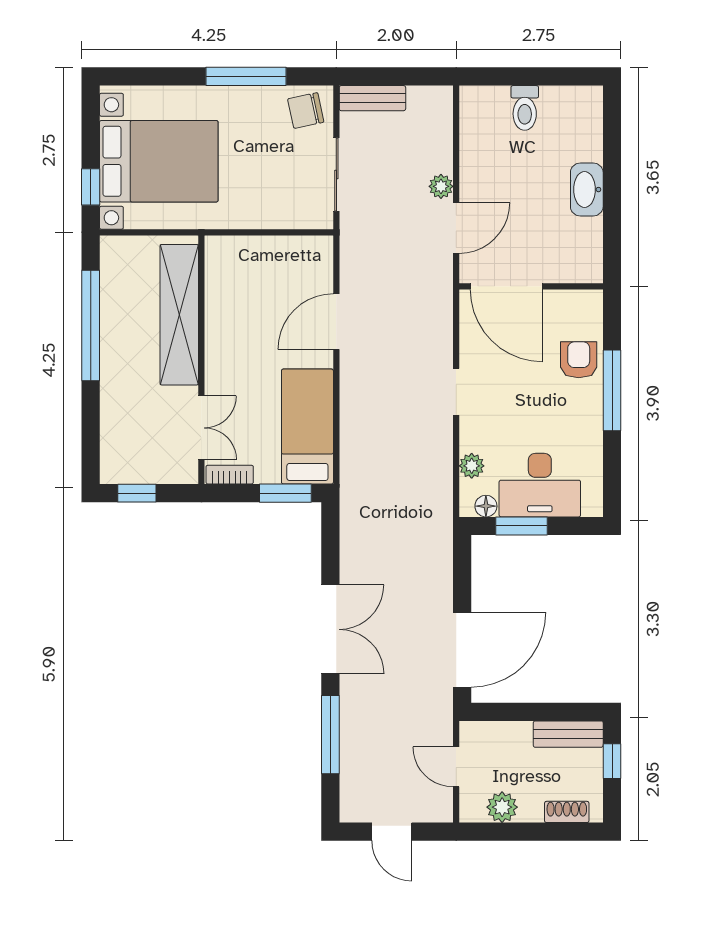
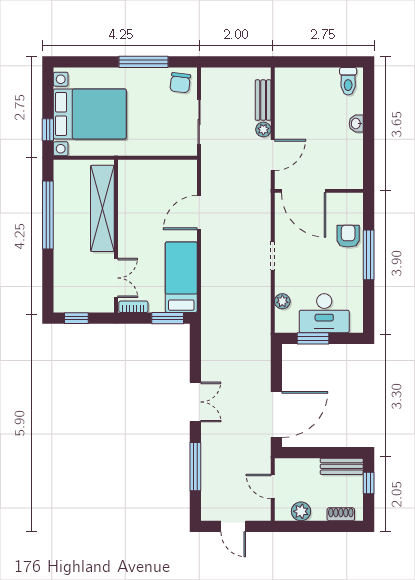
bench: (372, 98) -> (263, 100), moved, turned 90
toilet: (525, 108) -> (348, 81), moved
chair: (306, 110) -> (180, 83), turned -71
washbasin: (587, 190) -> (356, 124), width x0.52, depth x0.69
floor lamp: (486, 506) -> (291, 326), removed
double door: (330, 629) -> (195, 402), width x0.73

